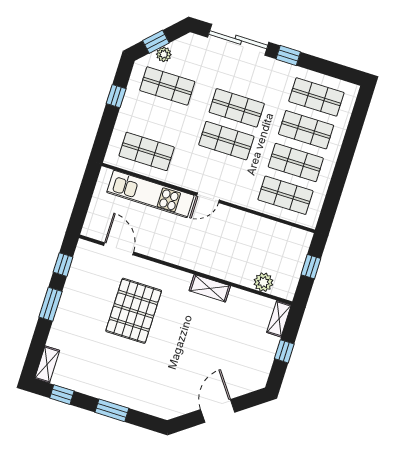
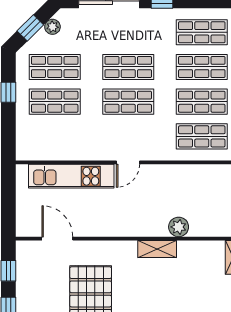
plant: (164, 54) -> (52, 27), moved
shop shelf: (147, 151) -> (55, 102), moved
plant: (263, 282) -> (179, 227), moved

